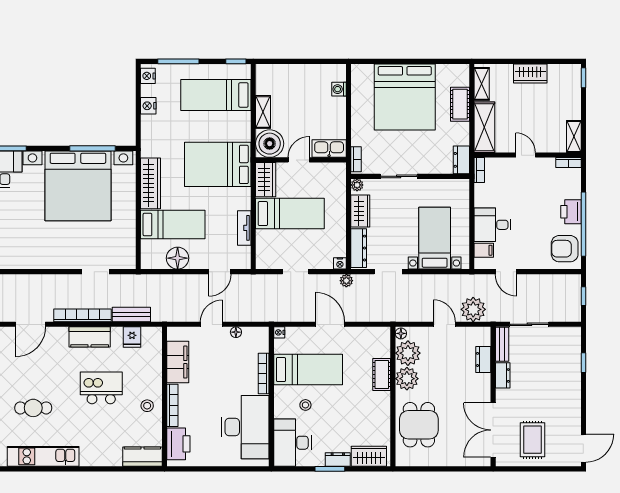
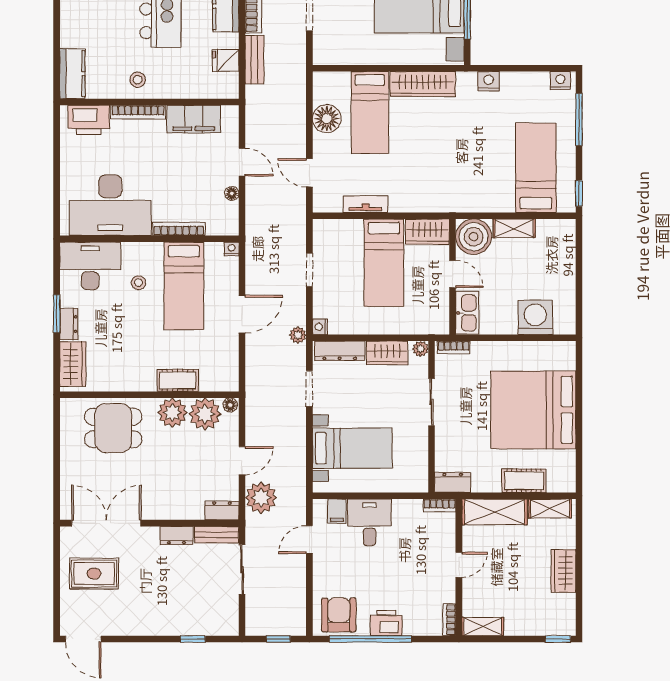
washing machine: (339, 89) -> (535, 318), width x1.89, depth x1.89
nightstand: (148, 106) -> (489, 81), moved
bed: (218, 164) -> (447, 170), removed
dresser: (483, 359) -> (222, 511), moved

